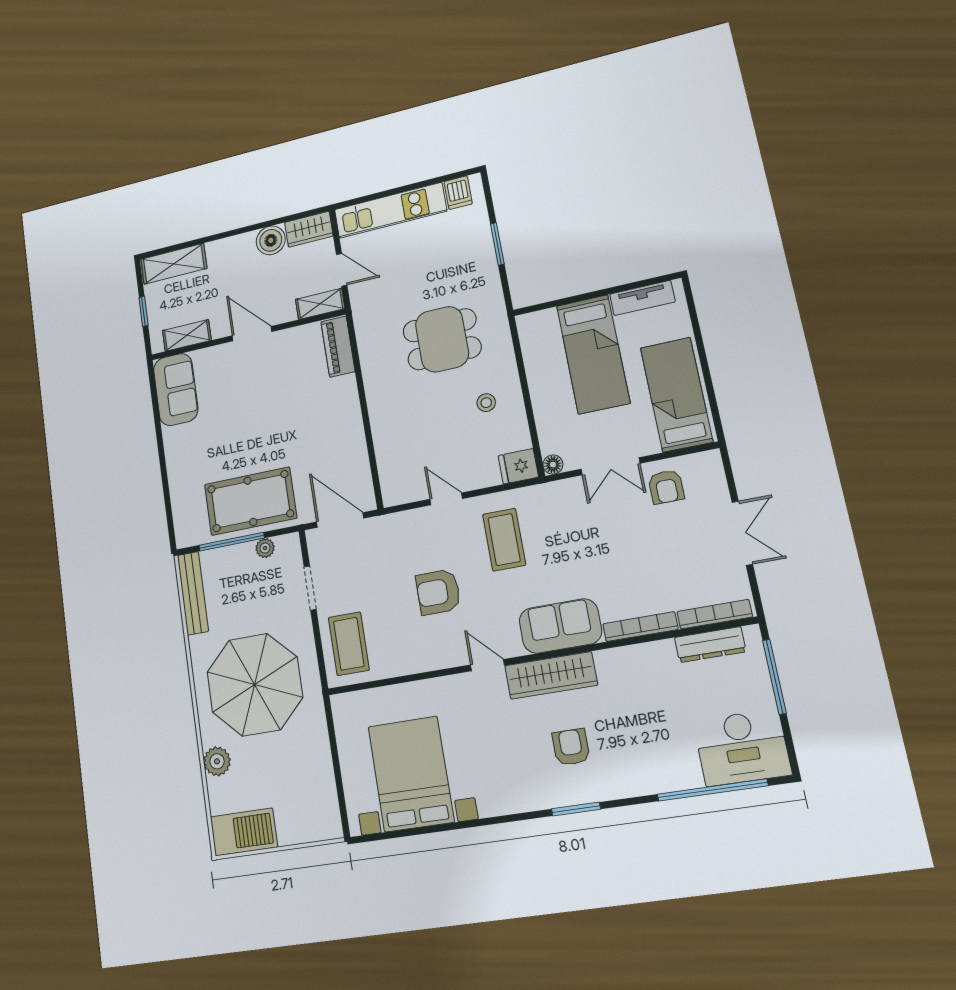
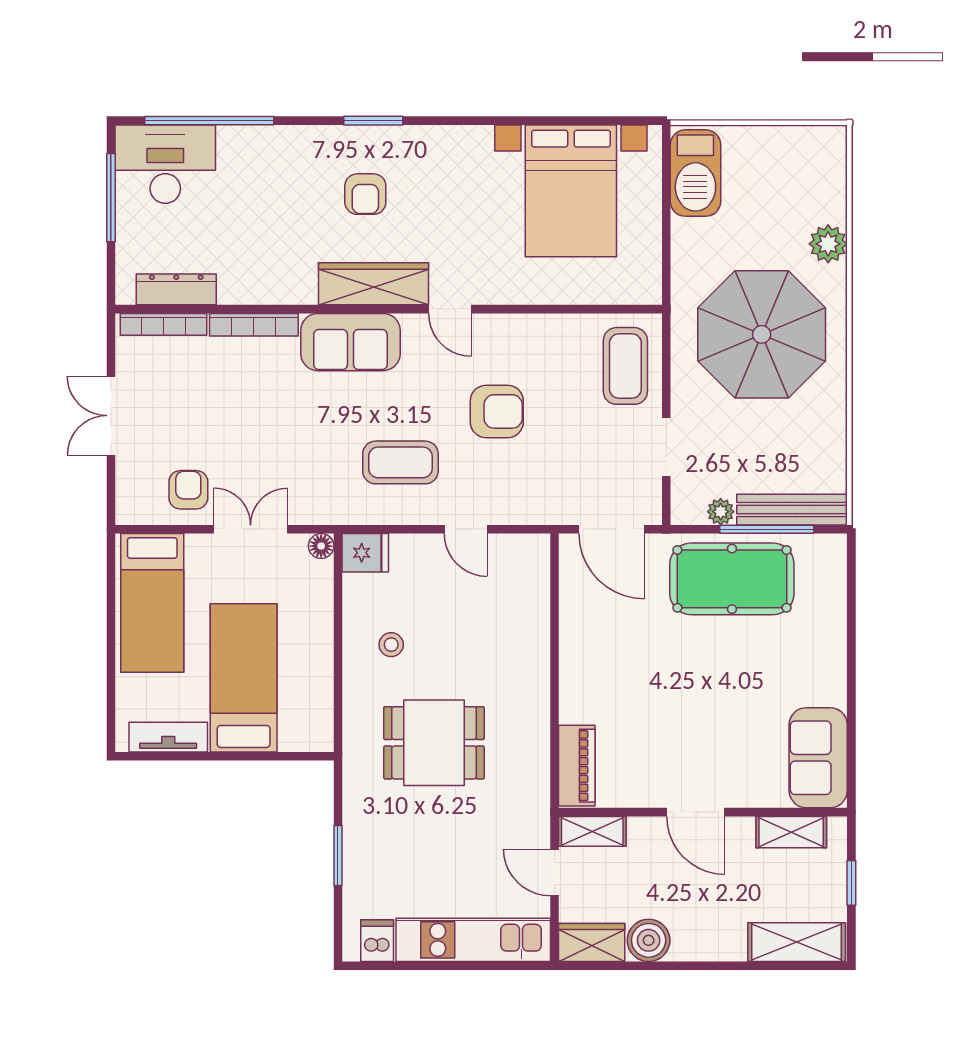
coffee table: (504, 540) -> (400, 462), turned 90
bench: (193, 593) -> (792, 510), moved, turned 90
window: (774, 677) -> (111, 198), moved
barbecue: (244, 832) -> (695, 173), moved, turned -90

